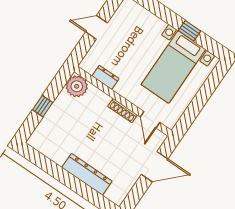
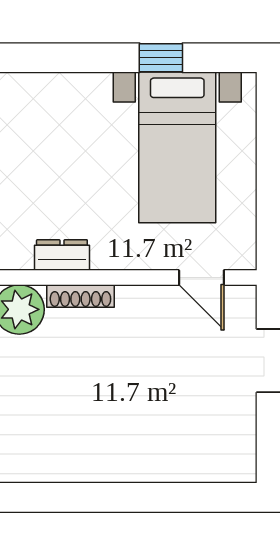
shoe rack: (123, 111) -> (80, 296), moved
dresser: (87, 174) -> (153, 463), removed

